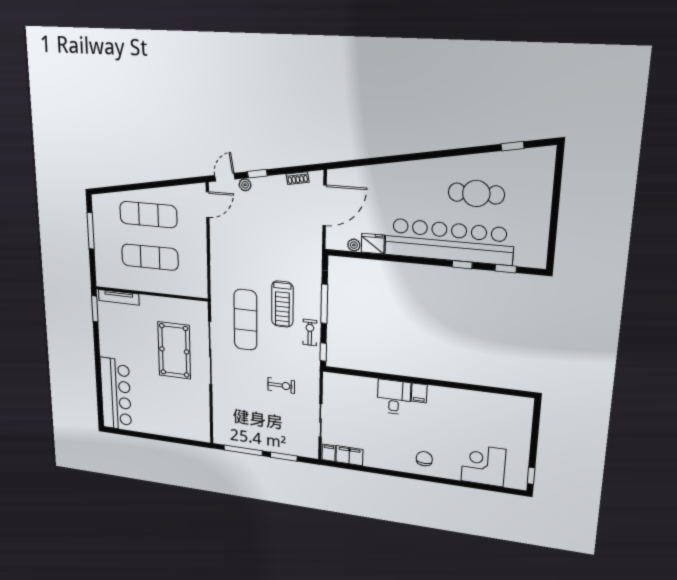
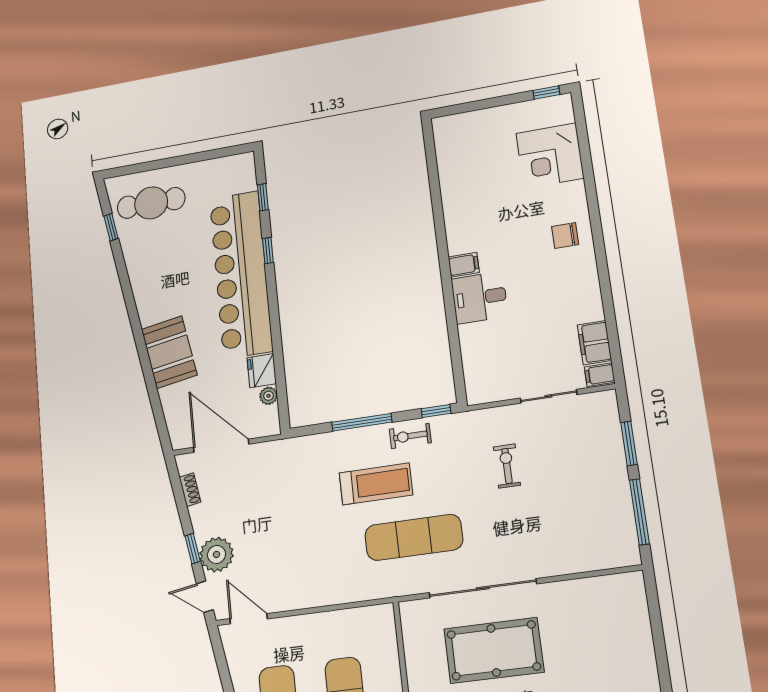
booth: (400, 178) -> (169, 352), added
plant: (245, 185) -> (217, 554), width x1.87, depth x1.87
cafe table: (476, 194) -> (151, 203), moved, turned 90

